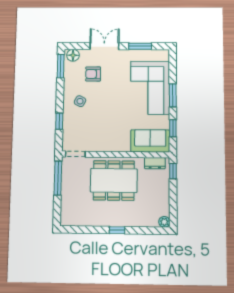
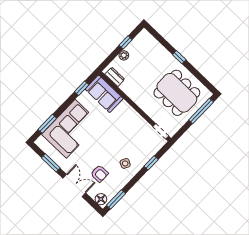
double door: (104, 46) -> (74, 185), swing flipped
window: (173, 95) -> (47, 124), moved
window: (173, 171) -> (126, 42), moved
window: (58, 178) -> (201, 111), moved
dining table: (114, 180) -> (177, 93), moved
plant: (164, 222) -> (124, 55), moved

